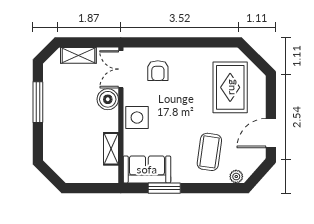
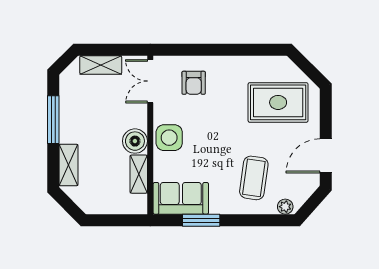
rug: (230, 87) -> (278, 102), turned 90
boiler: (108, 99) -> (135, 141), moved
shelving: (51, 141) -> (69, 165), added

